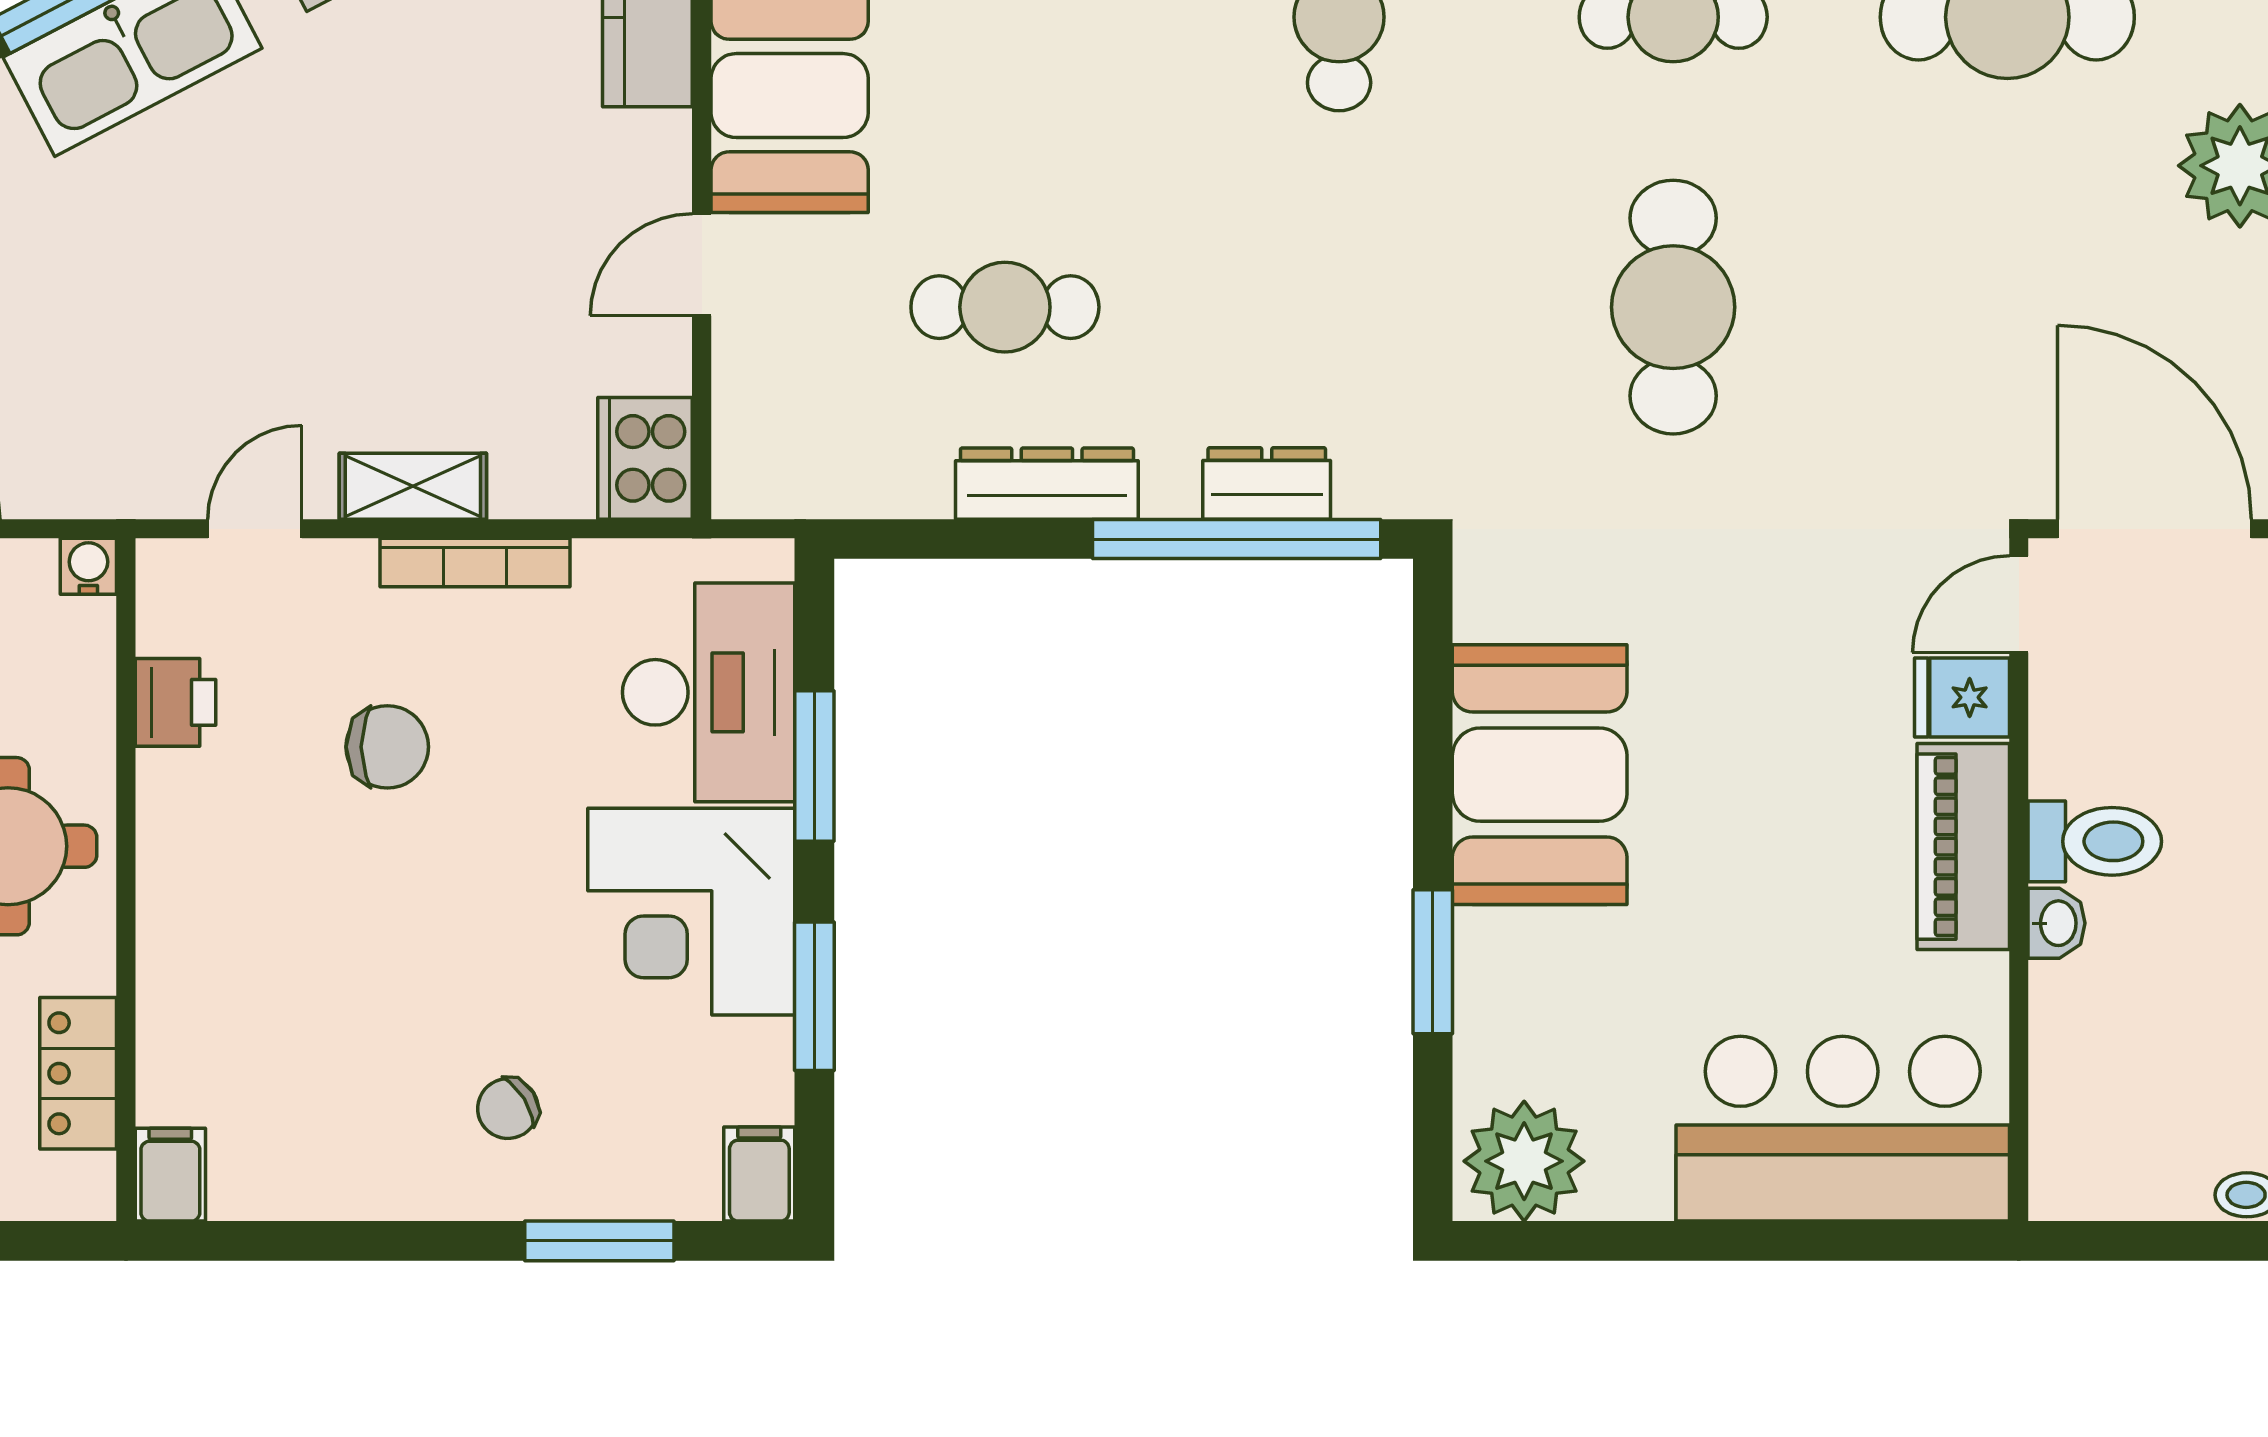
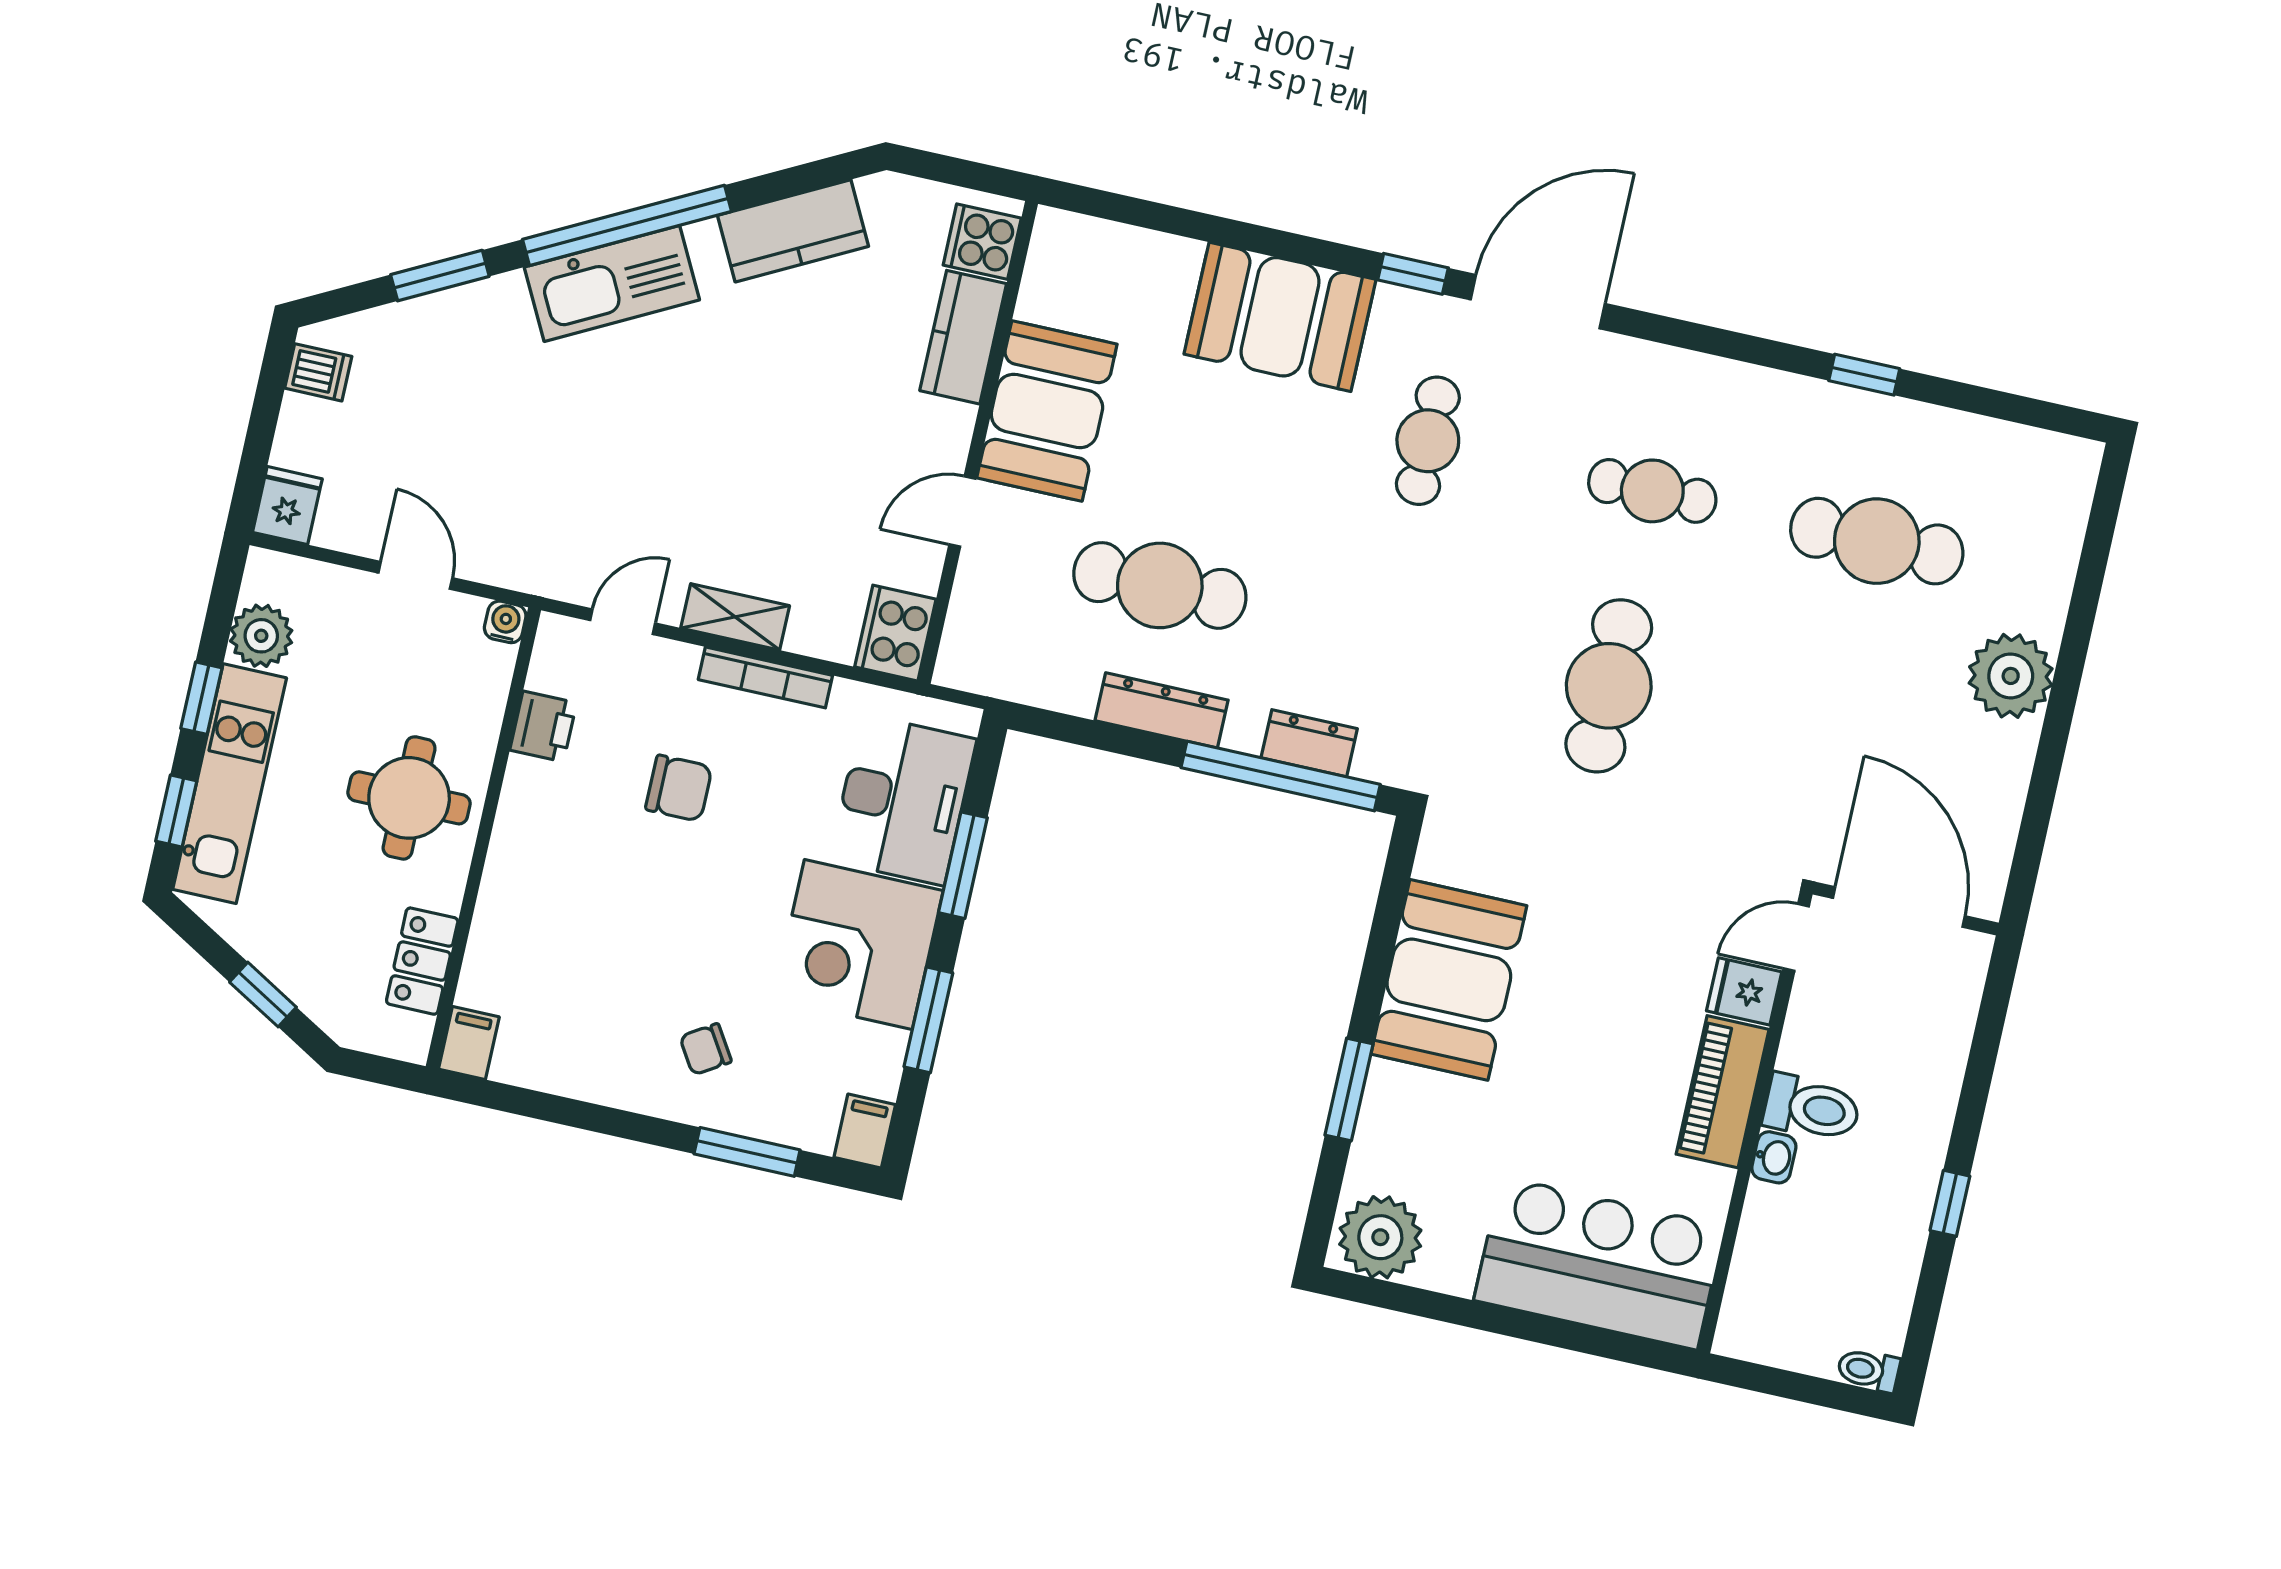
cafe table: (1005, 307) -> (1160, 585), width x1.37, depth x1.35

